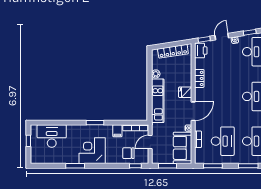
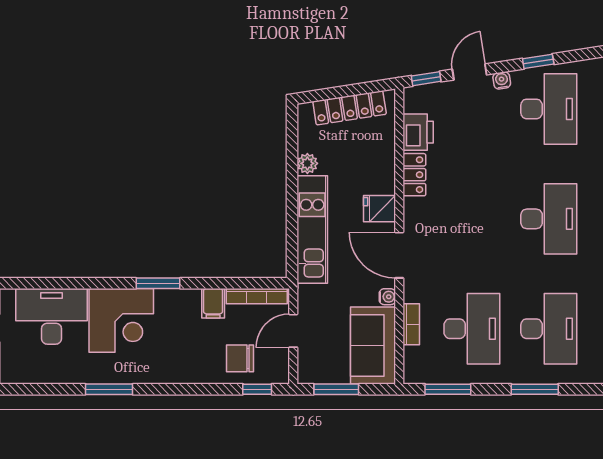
printer: (201, 51) -> (418, 132), moved
door: (193, 111) -> (399, 255), swing flipped
corner desk: (92, 151) -> (121, 320), moved, turned 180

